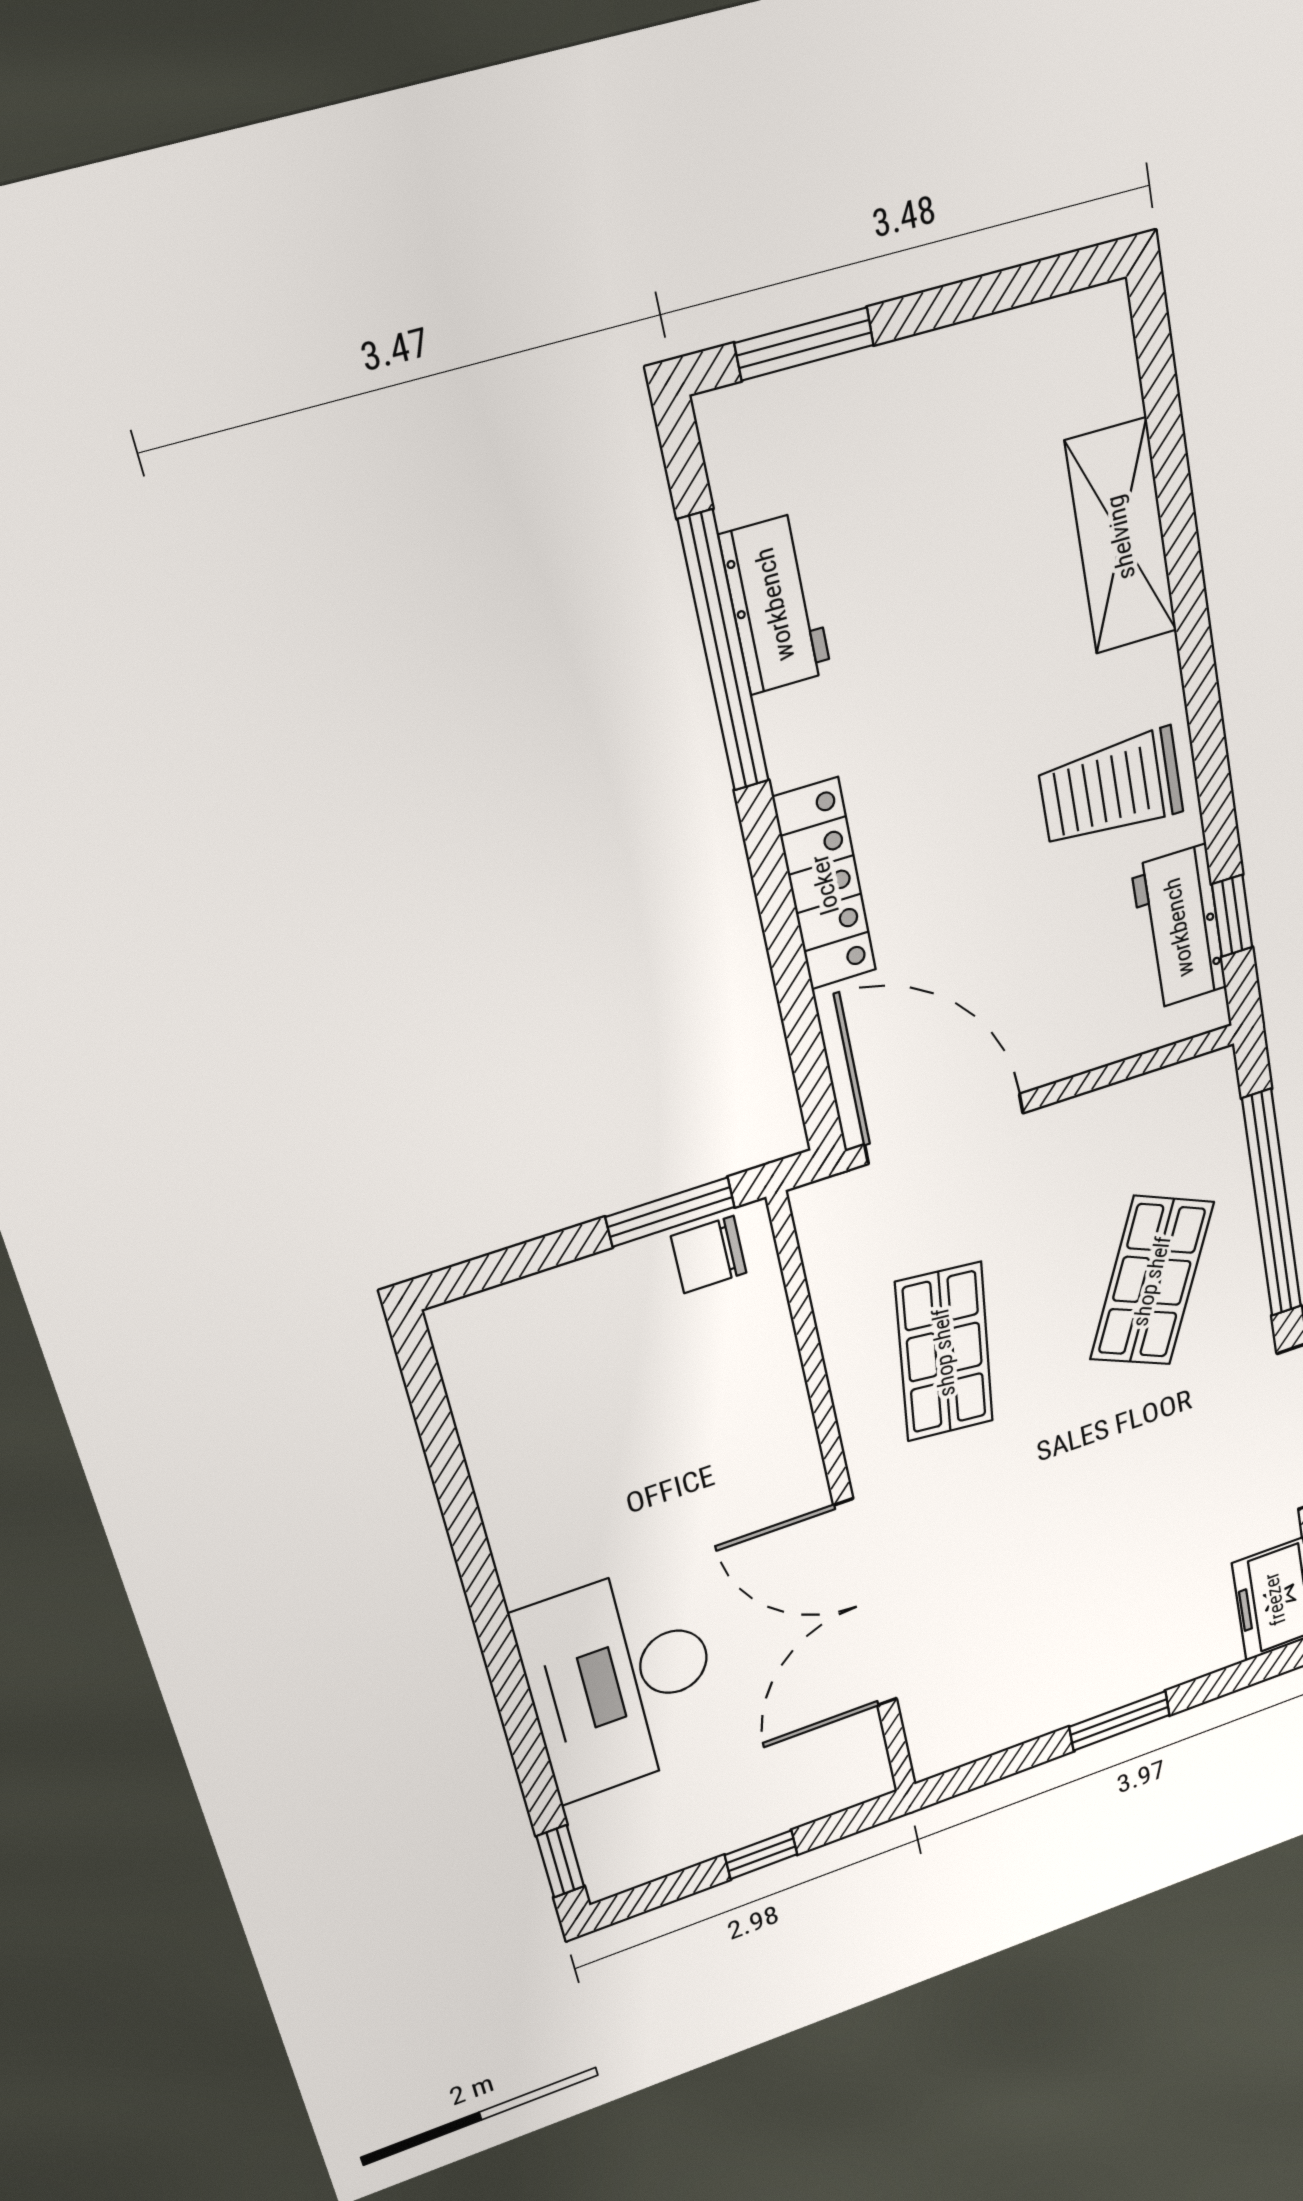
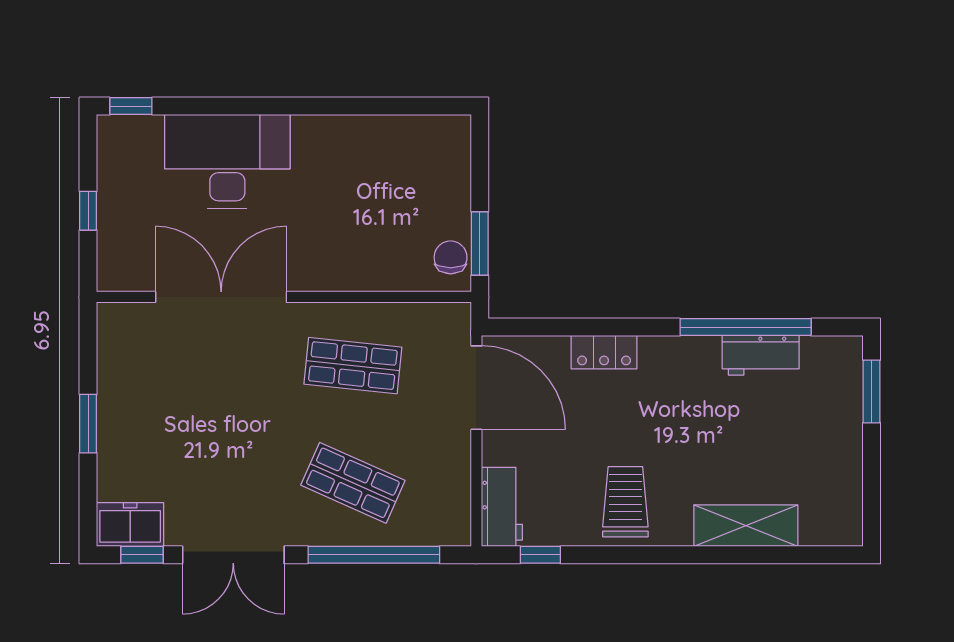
locker: (825, 884) -> (604, 352), width x0.66
workbench: (1179, 927) -> (502, 507), moved, turned 90
door: (944, 1129) -> (476, 388), hinge flipped

